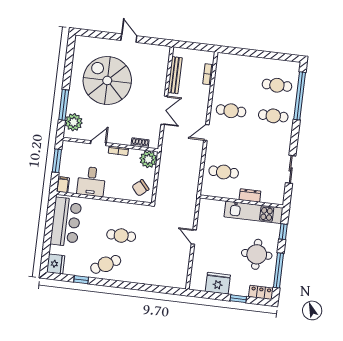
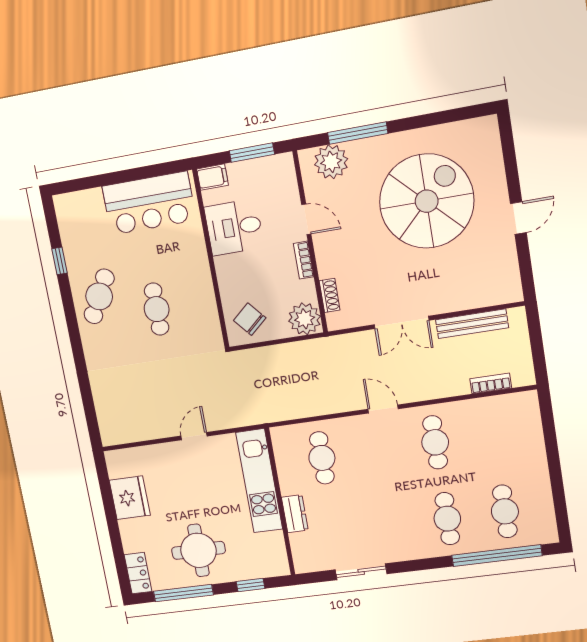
kitchen unit: (253, 212) -> (259, 481), moved
fridge: (56, 264) -> (71, 207), removed
cafe table: (106, 264) -> (99, 296), turned 57
window: (238, 299) -> (116, 538), removed

